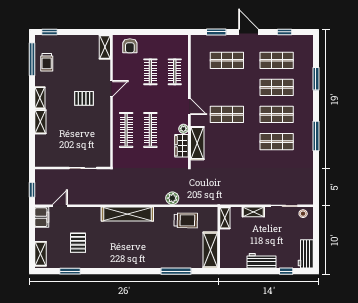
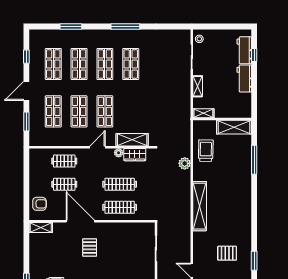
shop shelf: (227, 87) -> (79, 111), added
door: (112, 89) -> (80, 221), width x1.87
workbench: (306, 254) -> (244, 50), moved, turned 90

